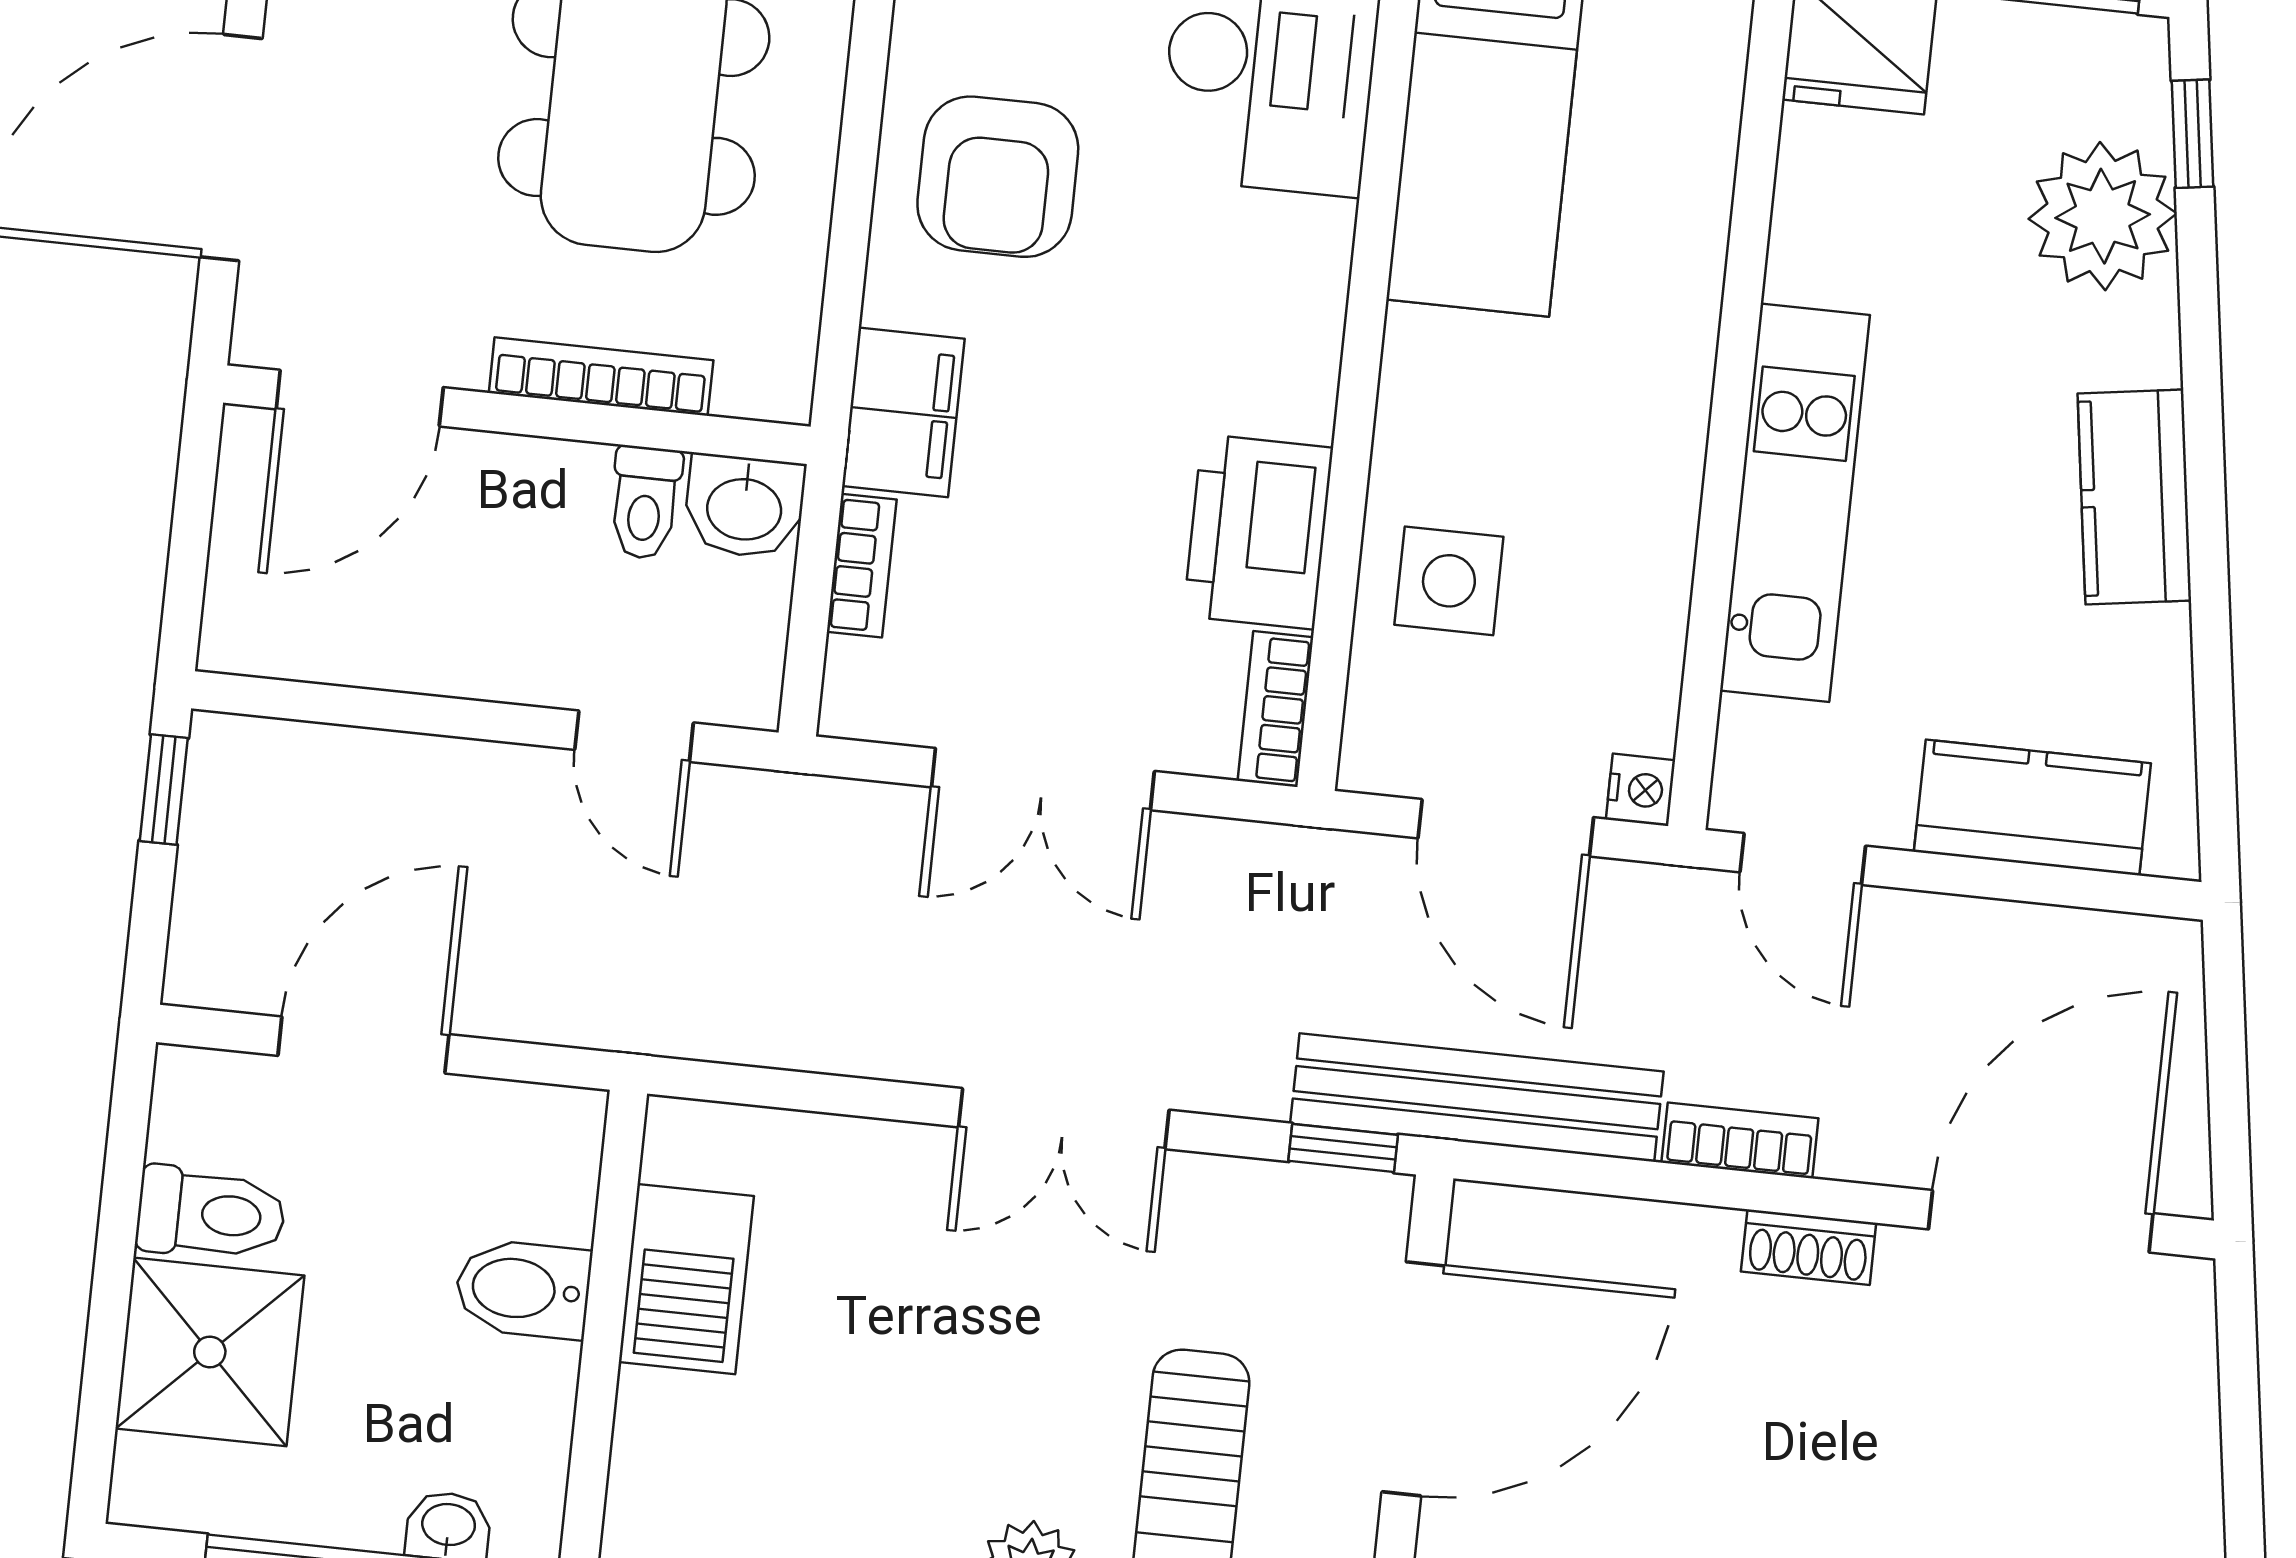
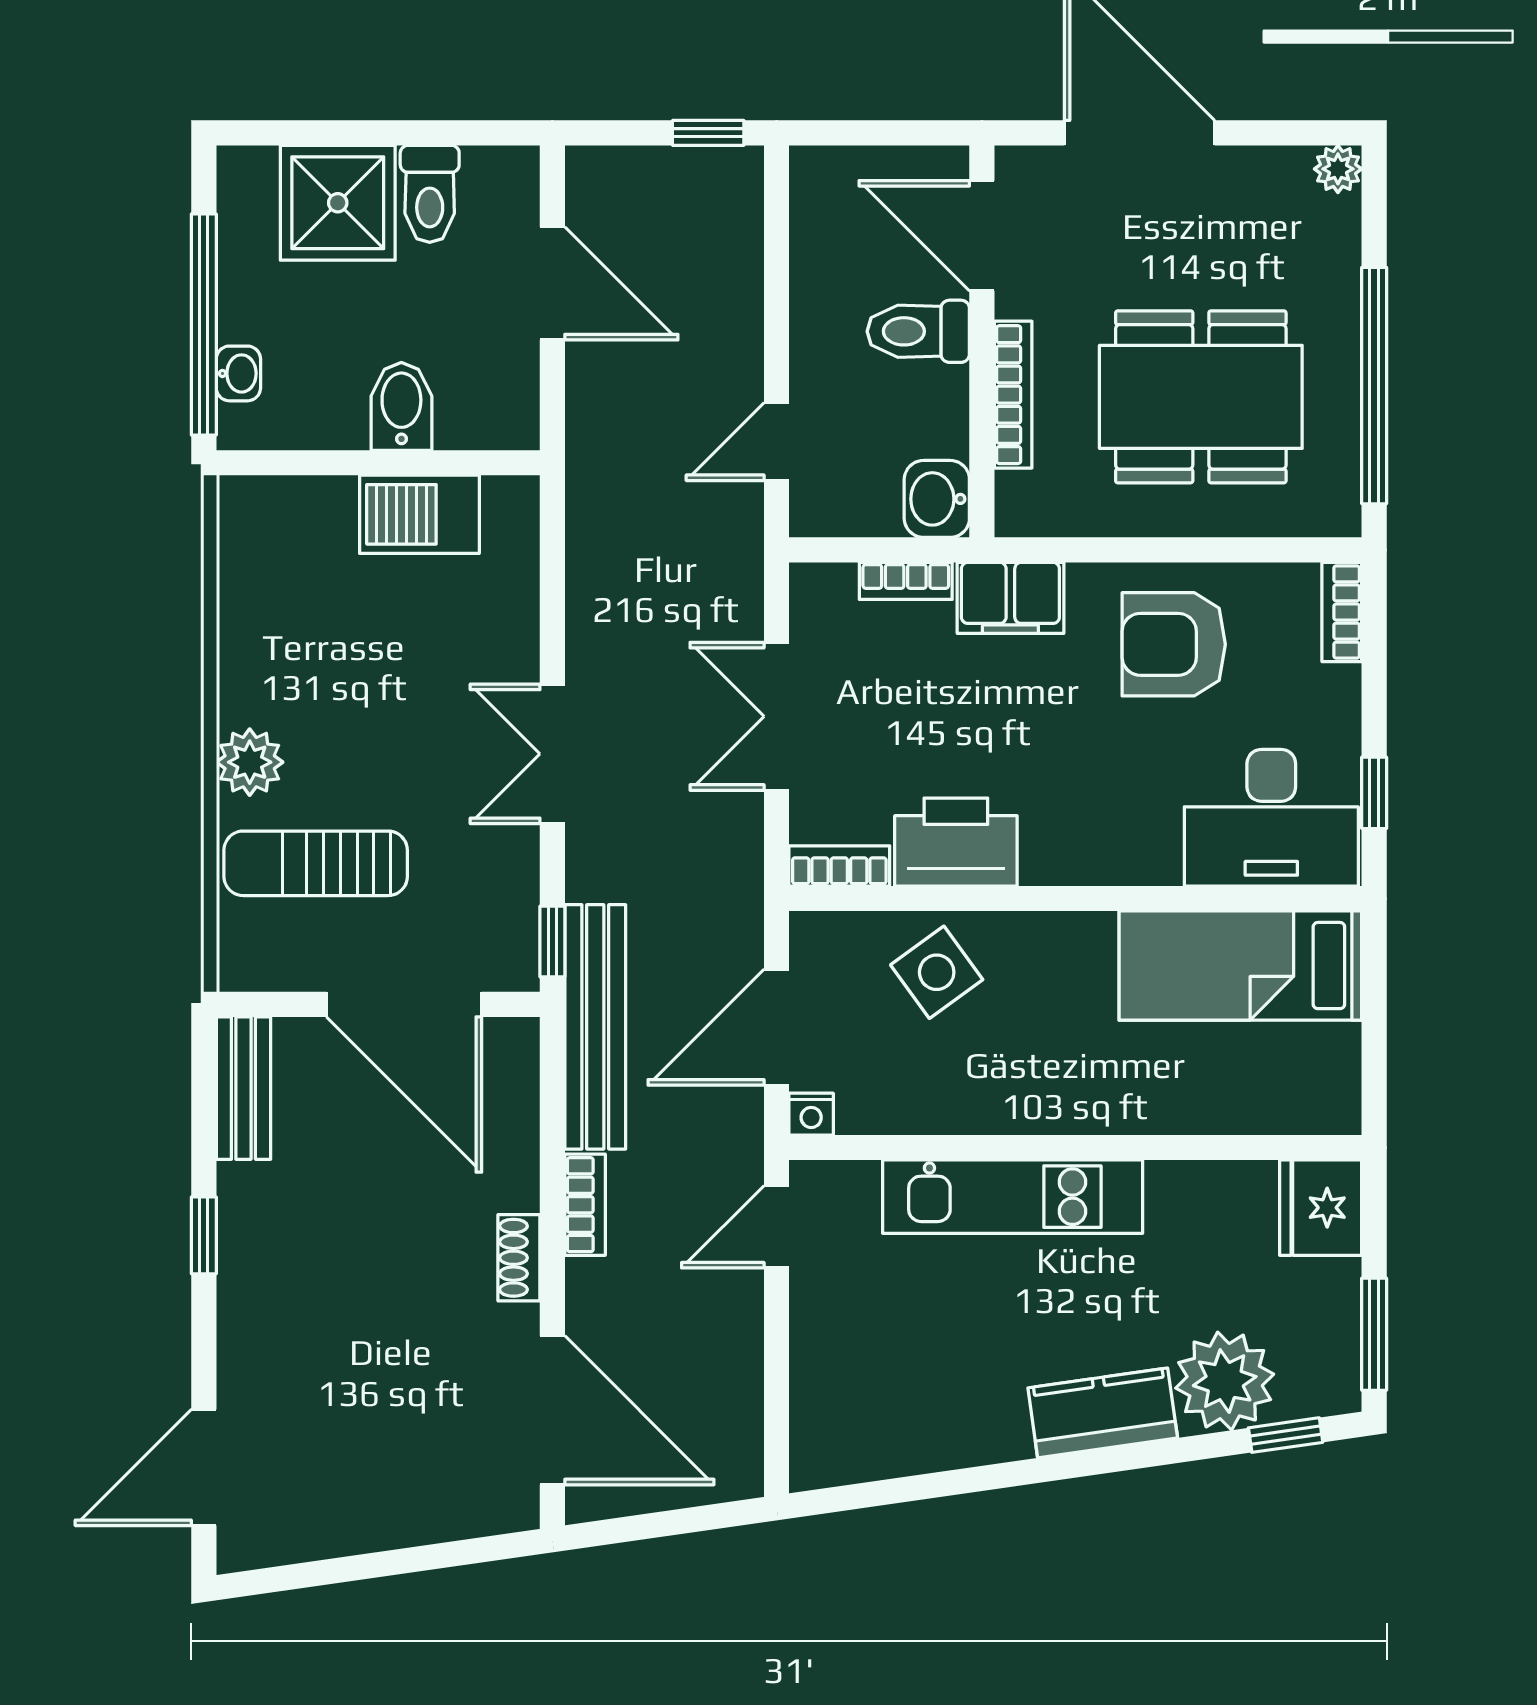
kitchen counter: (2134, 497) -> (1103, 1413), moved
toilet: (645, 503) -> (918, 331), moved, width x1.37, depth x1.39
side table: (1449, 581) -> (937, 972), turned -36
kitchen counter: (2032, 807) -> (827, 1376), removed

